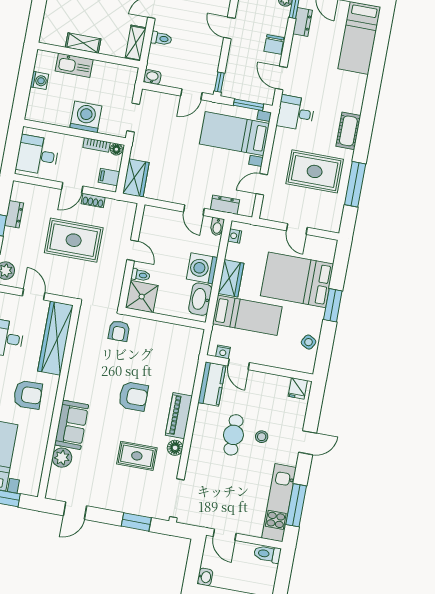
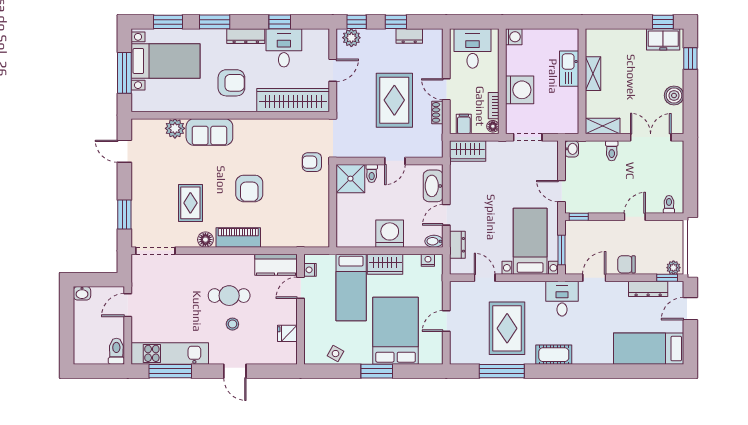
dresser: (303, 22) -> (648, 289), width x1.44
washing machine: (39, 80) -> (514, 37), moved, turned -90
washbasin: (200, 299) -> (433, 186), moved, turned -90
fridge: (298, 388) -> (287, 333), moved
armchair: (28, 395) -> (231, 83), turned -88

